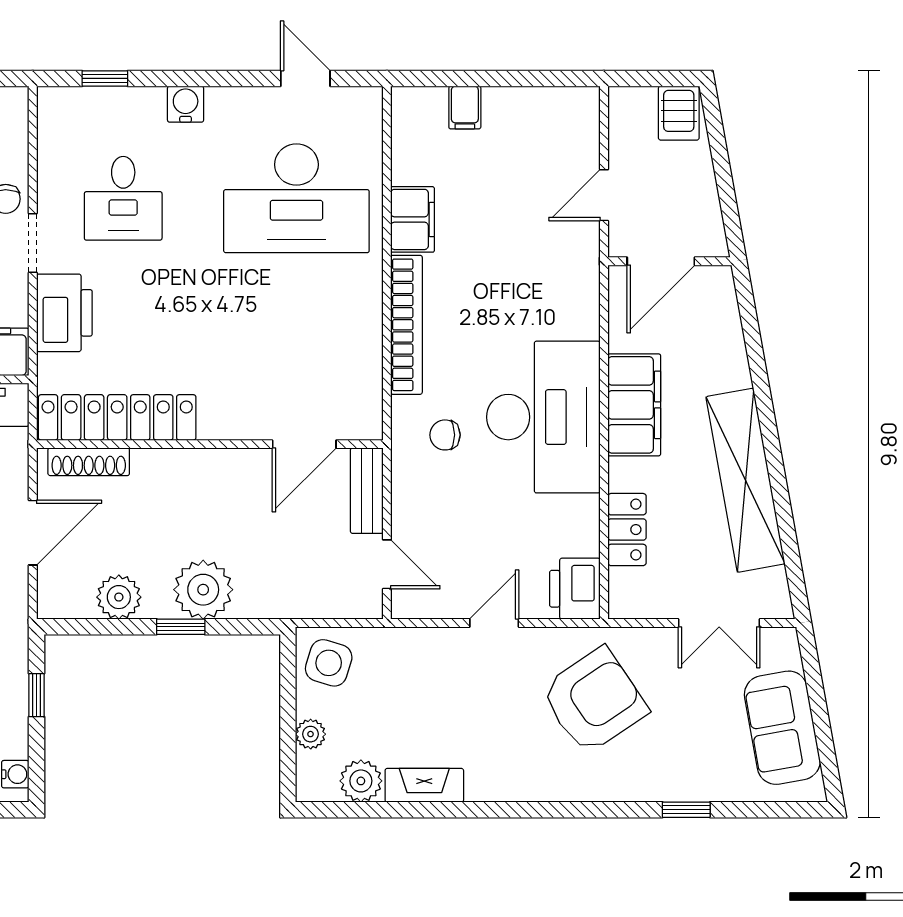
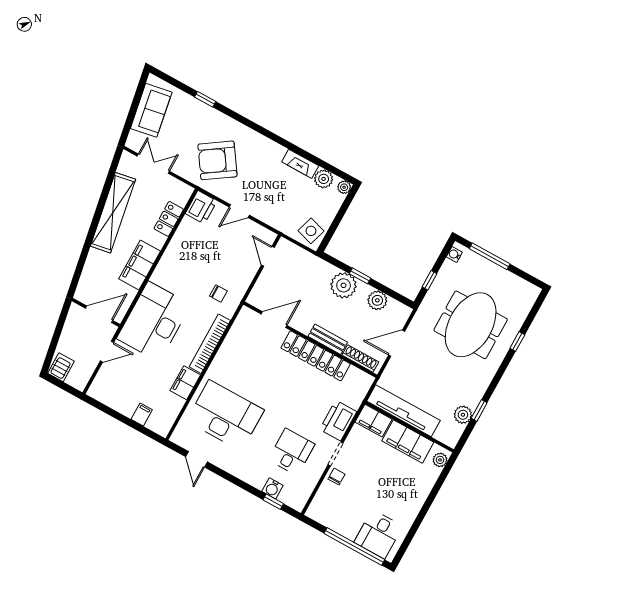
water cooler: (186, 104) -> (272, 488), moved
locker: (117, 417) -> (316, 356), moved
desk: (543, 417) -> (154, 322), moved
bench: (367, 491) -> (328, 339), moved, turned 90
plant: (311, 734) -> (344, 187), moved

